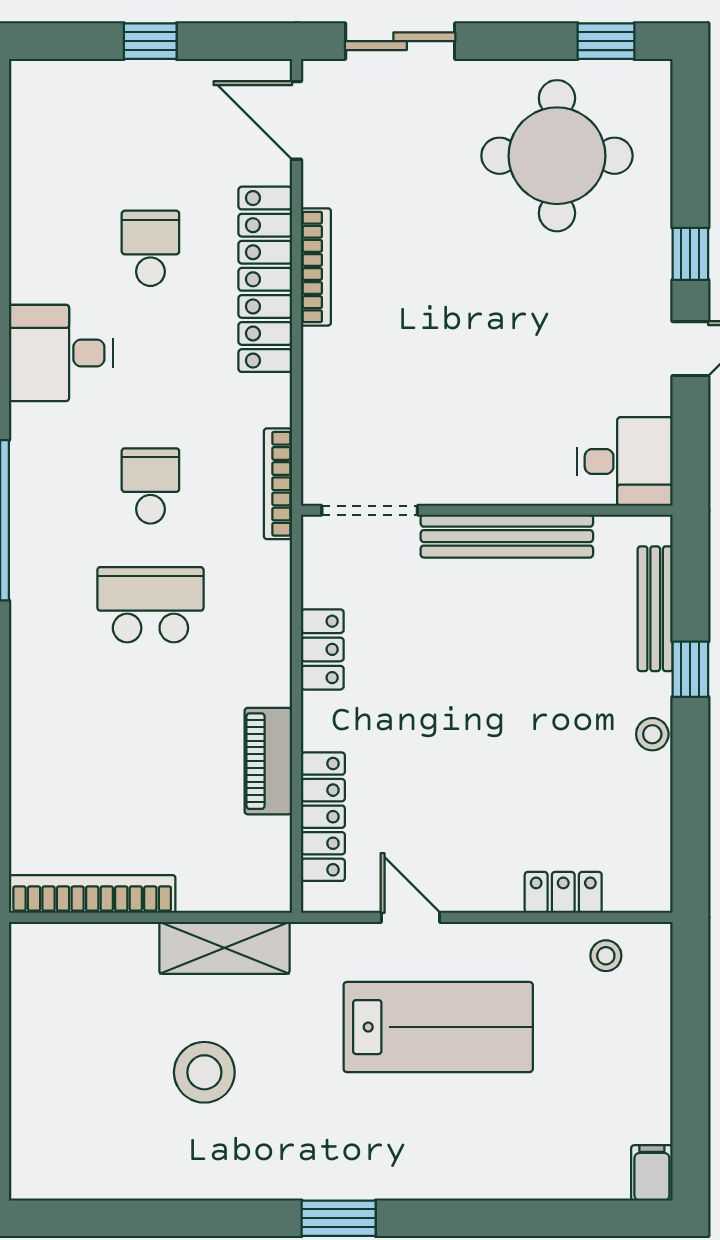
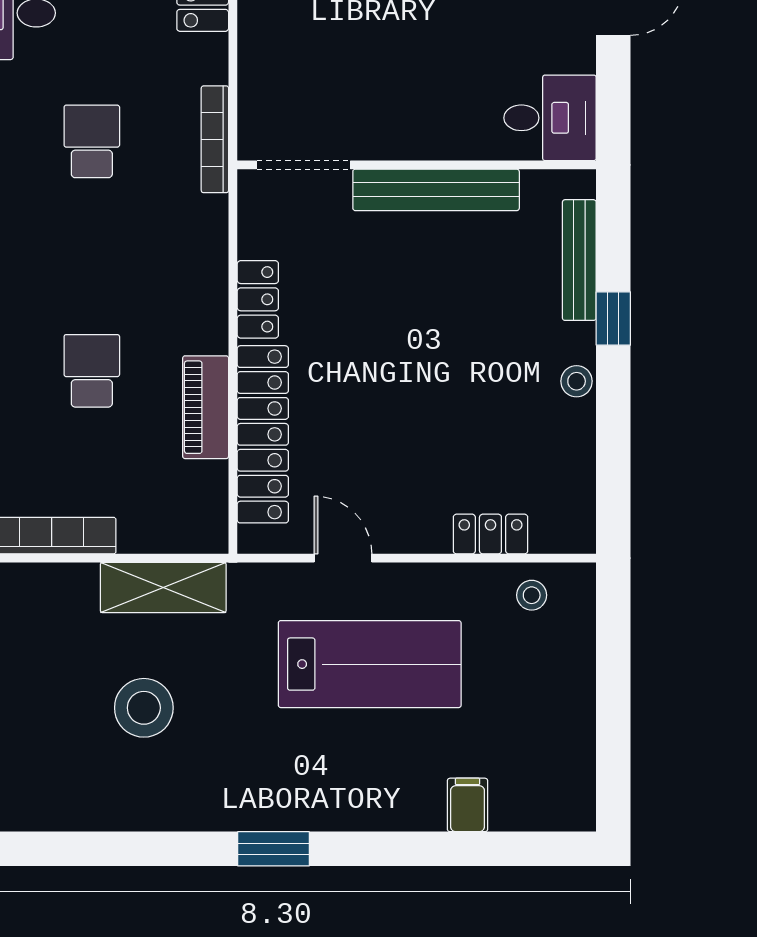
school desk: (150, 605) -> (92, 371), moved, width x0.54
locker: (323, 817) -> (263, 434), width x1.41, depth x1.21
filing cabinet: (652, 1173) -> (467, 805), moved

